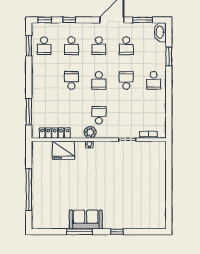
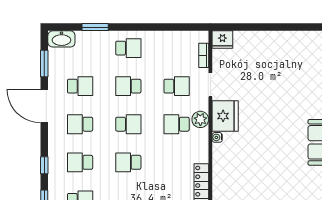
school desk: (71, 46) -> (80, 162), turned 180
school desk: (99, 46) -> (80, 124), turned 180
school desk: (126, 115) -> (177, 86), added
plant: (90, 132) -> (200, 119), moved
fridge: (160, 148) -> (222, 40), added
fridge: (63, 150) -> (225, 116), moved

